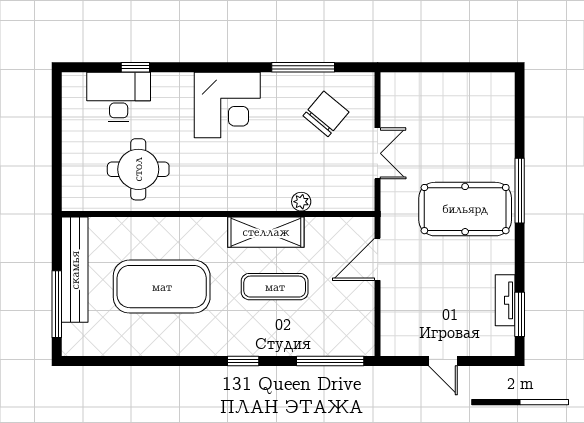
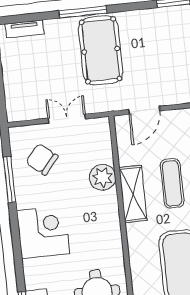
plant: (301, 202) -> (103, 177), width x1.88, depth x1.88
door: (378, 259) -> (144, 110), hinge flipped
tv unit: (505, 300) -> (24, 29), moved

